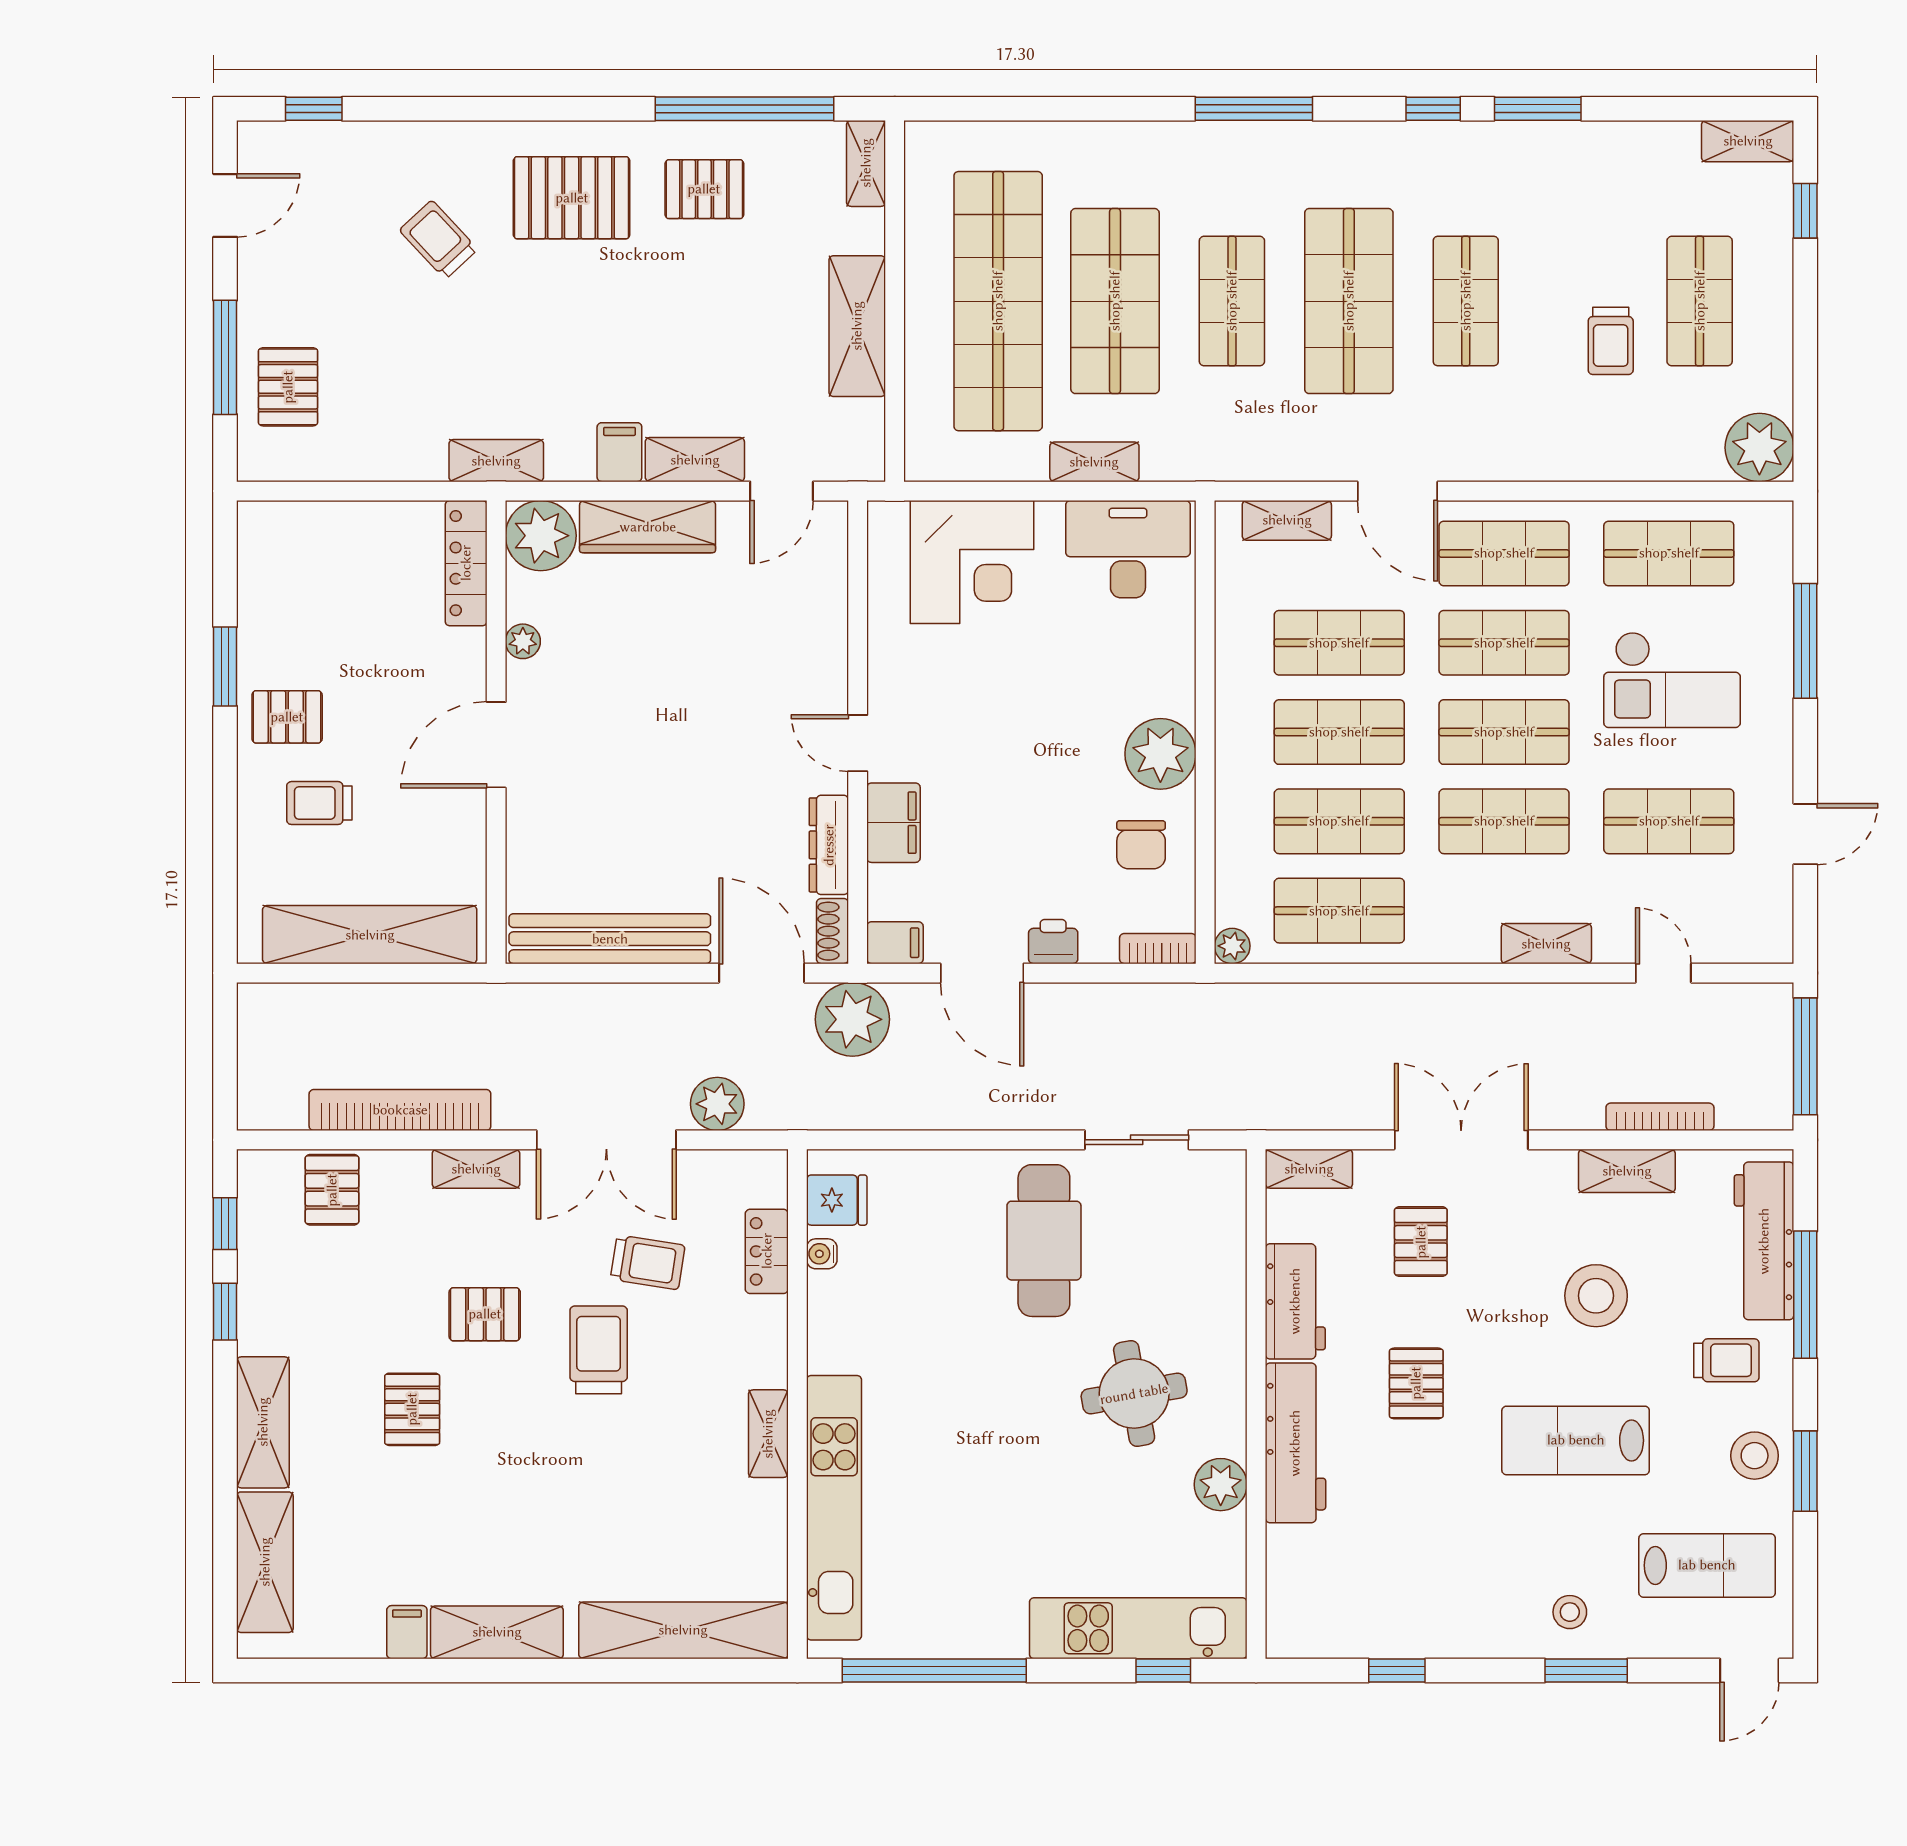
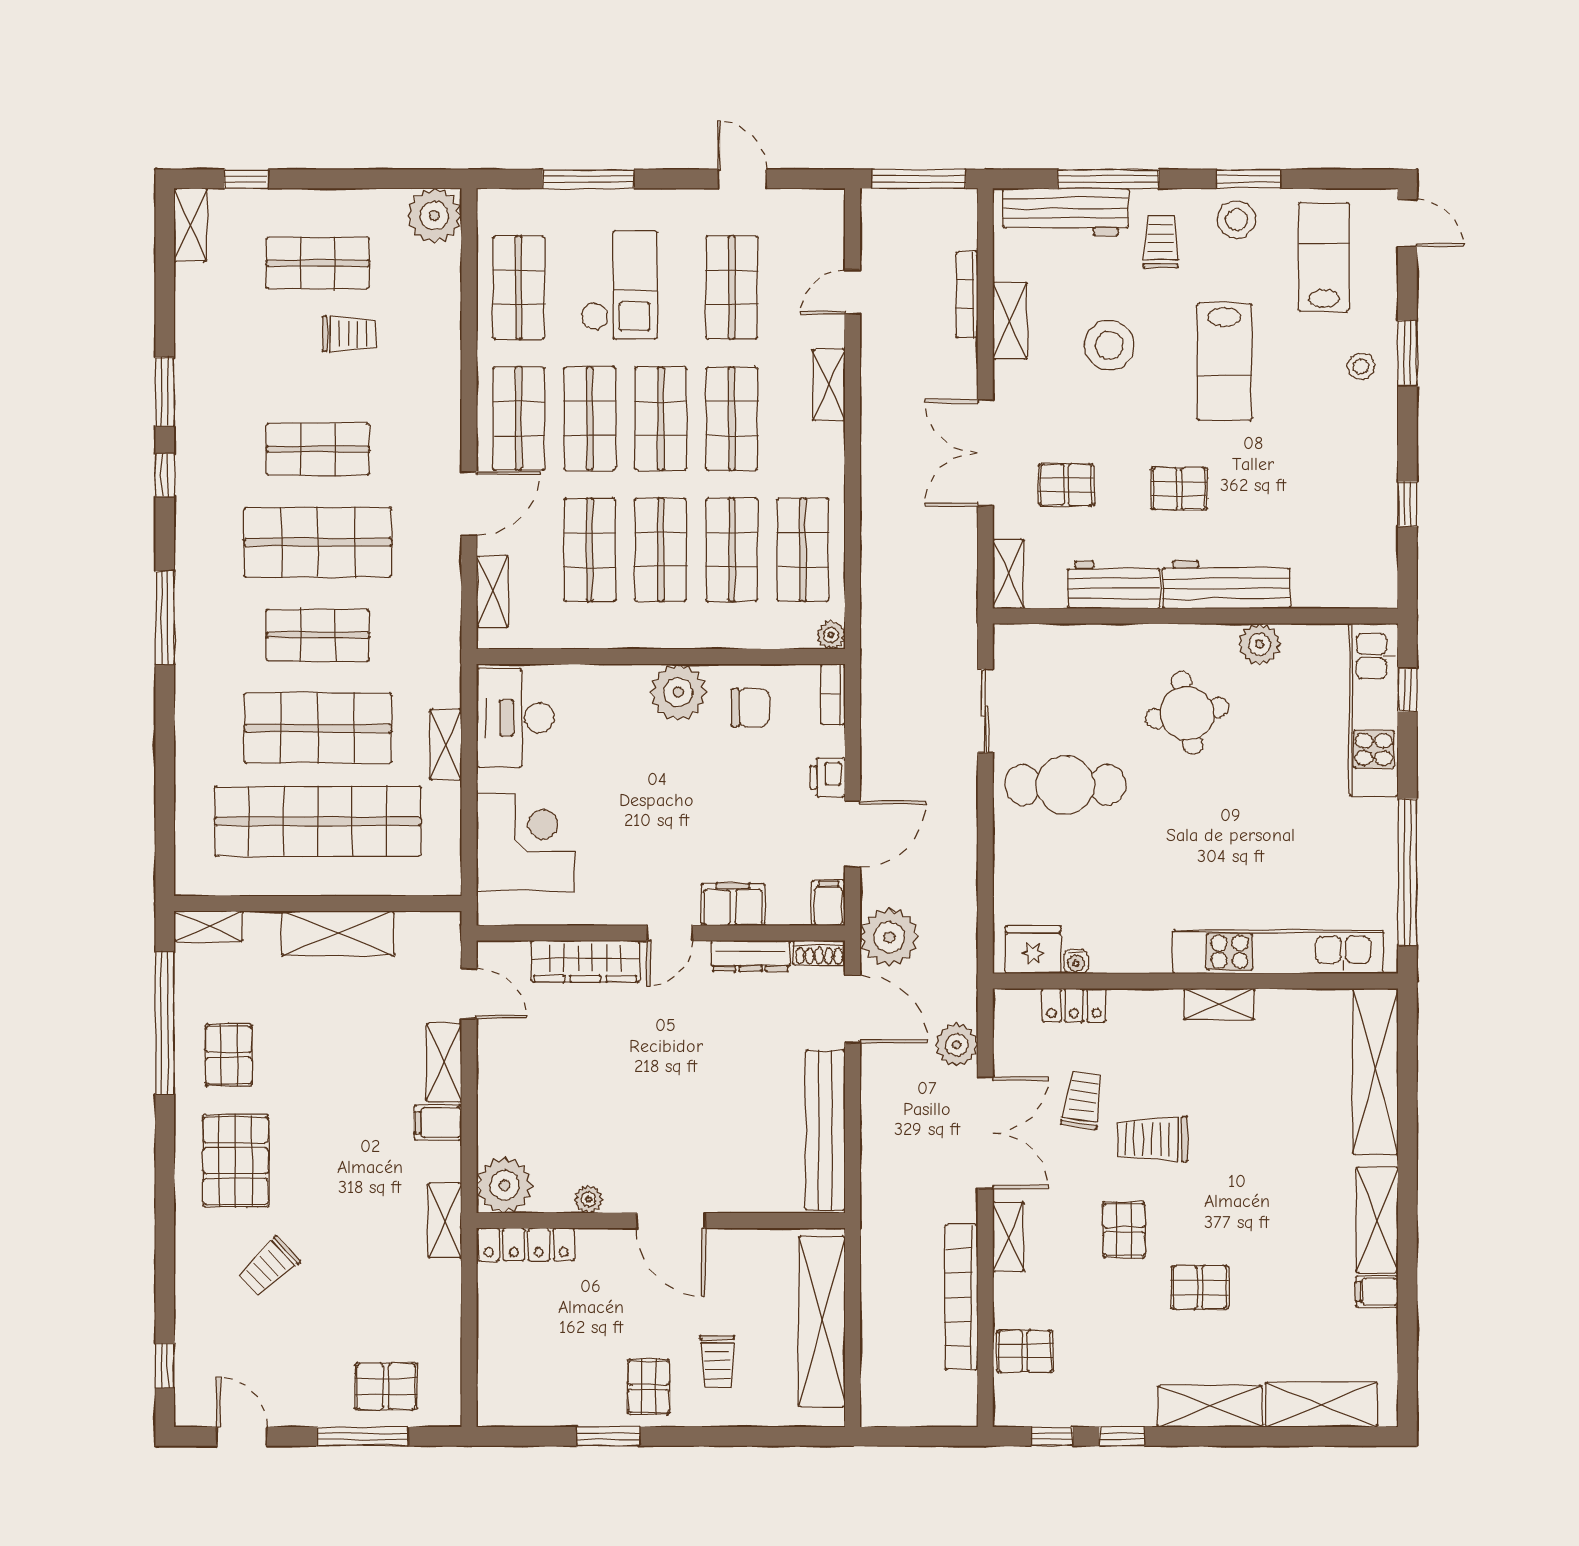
wardrobe: (648, 527) -> (585, 961), moved, turned 90
door: (762, 973) -> (852, 1009), swing flipped
fridge: (837, 1200) -> (1033, 950), width x1.38

